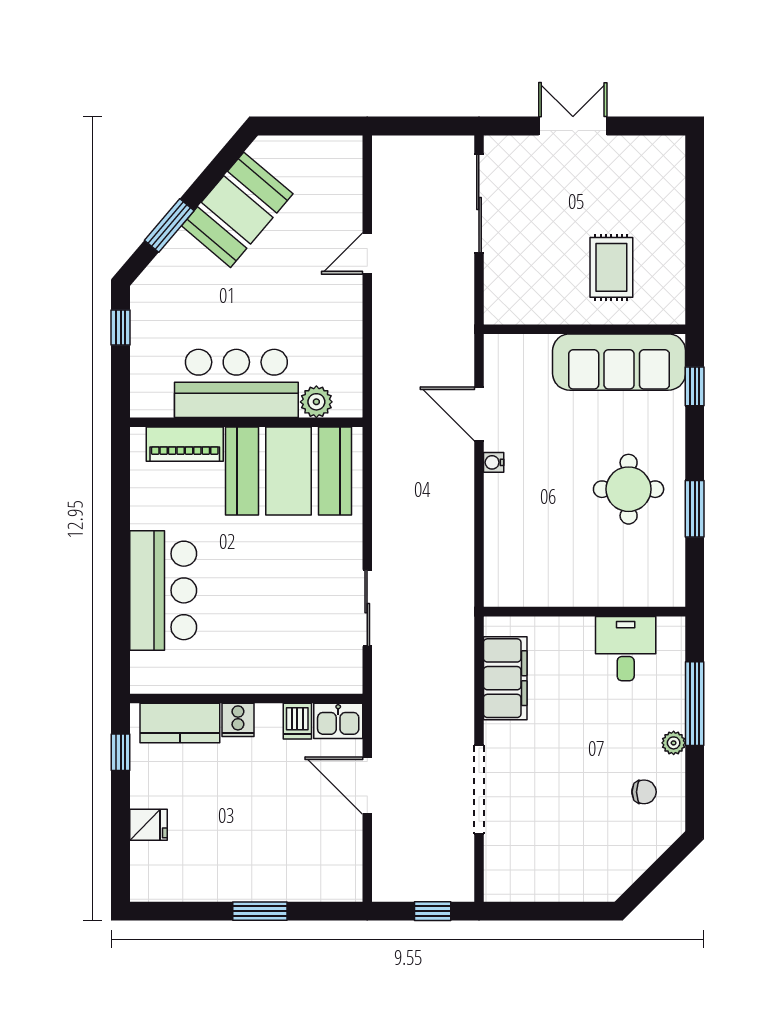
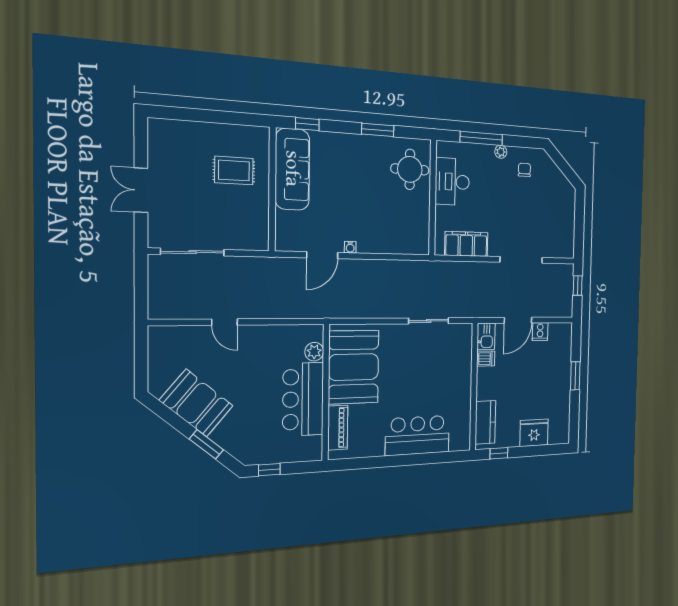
round table: (629, 489) -> (410, 169), moved
desk: (626, 649) -> (452, 182), width x1.37
cooker: (238, 720) -> (540, 332), moved, turned 90
fridge: (148, 825) -> (534, 433), width x1.88, depth x1.34

